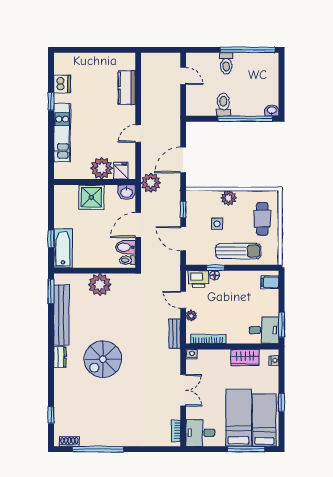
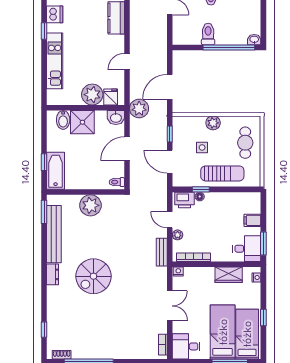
bidet: (125, 247) -> (63, 120), moved, turned -90
filing cabinet: (270, 282) -> (252, 220), moved

